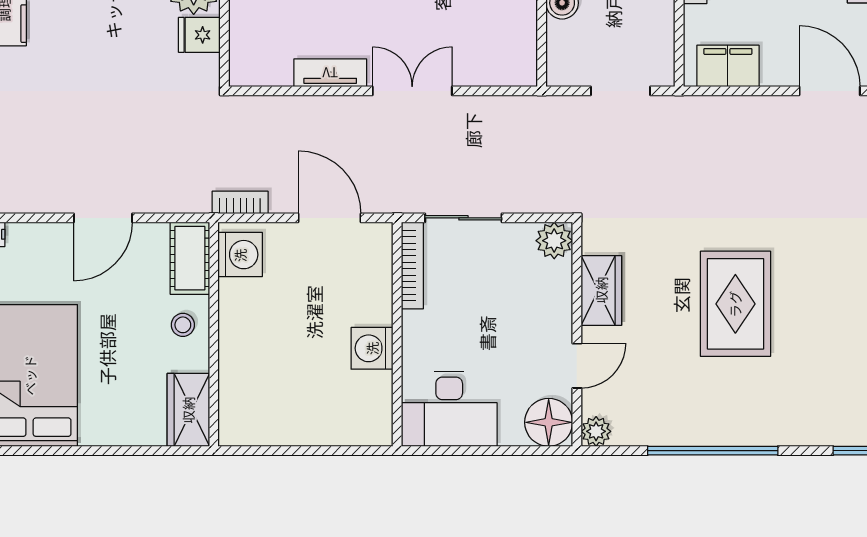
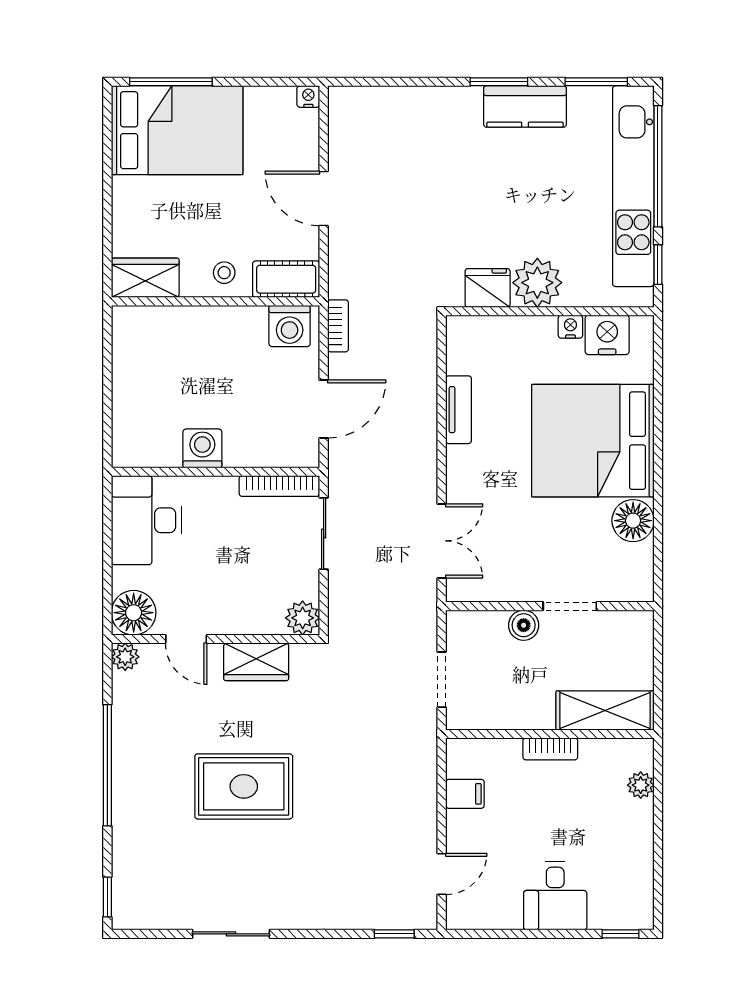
fridge: (199, 35) -> (488, 288), width x1.38
filing cabinet: (728, 66) -> (465, 794), width x0.50
double door: (412, 91) -> (442, 541), moved
door: (830, 91) -> (442, 874), width x0.73

